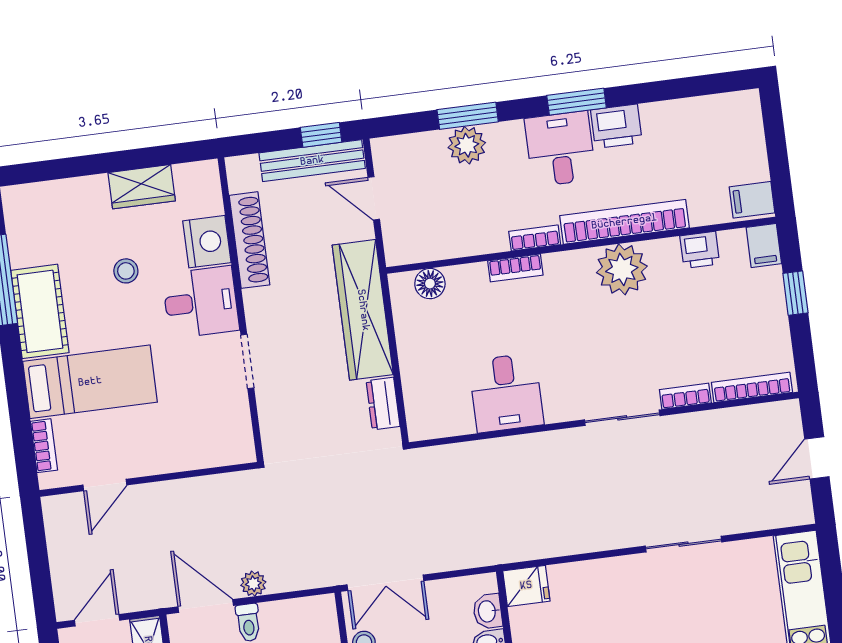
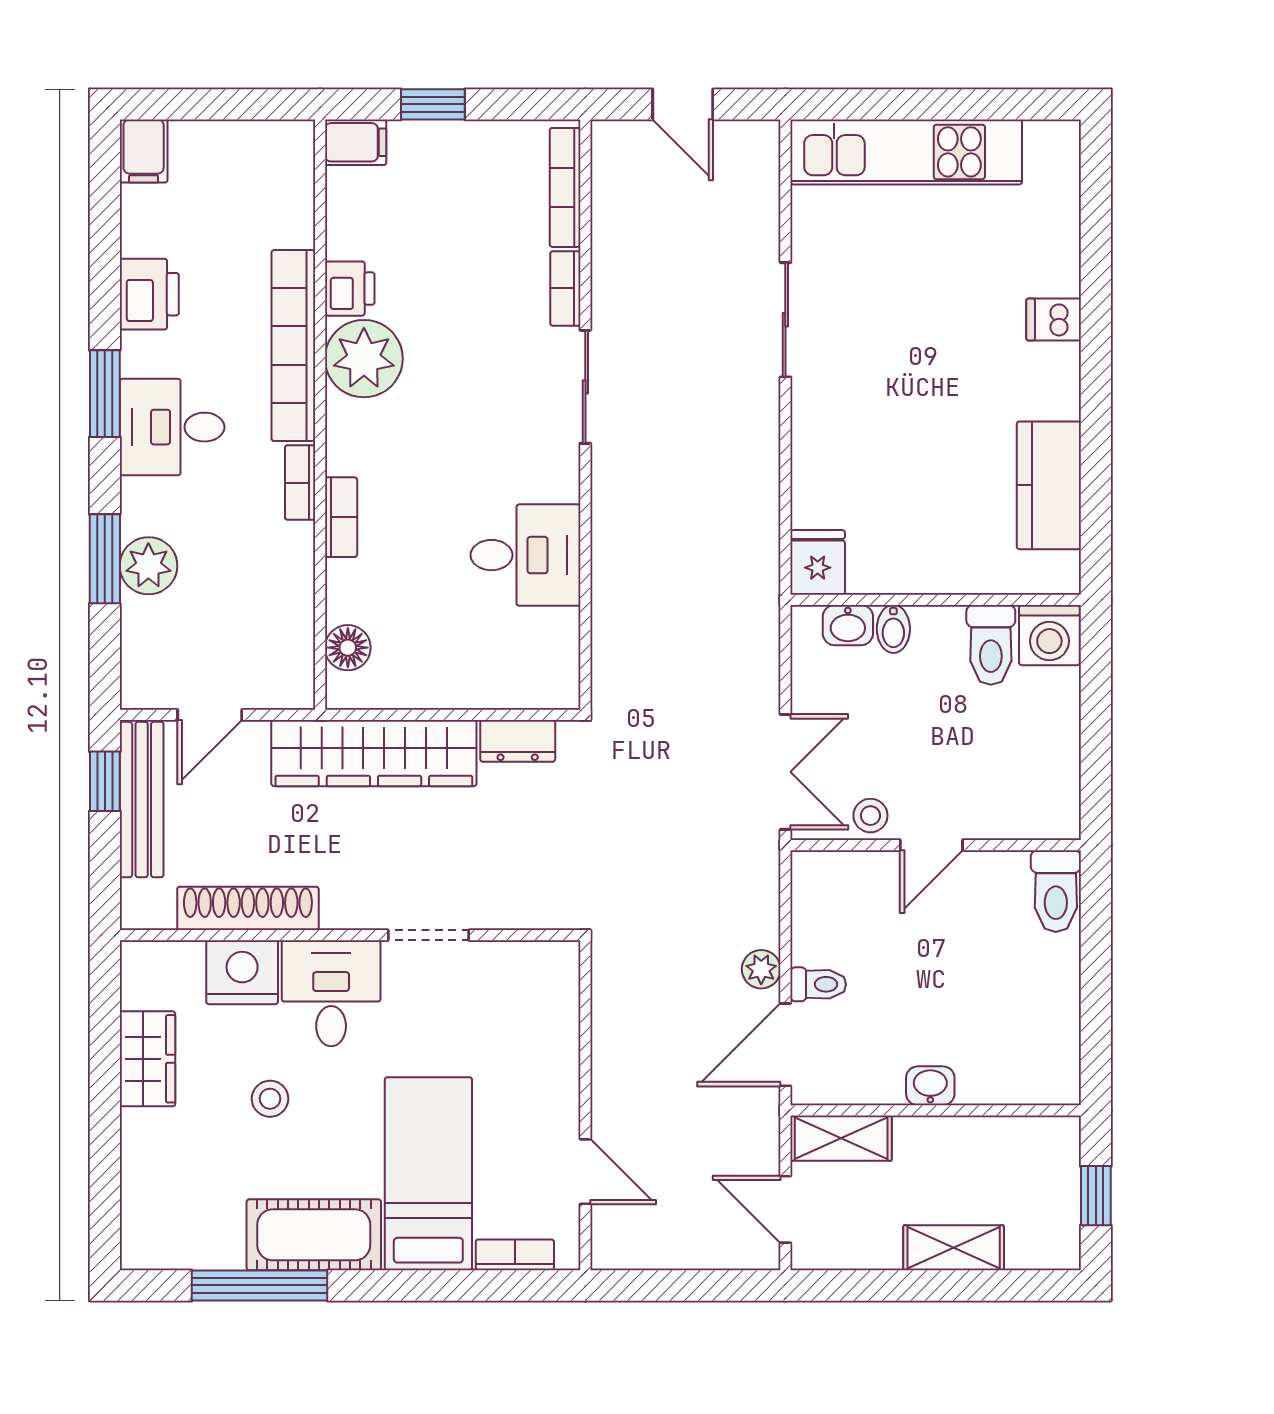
printer: (616, 126) -> (149, 294), moved
filing cabinet: (752, 200) -> (144, 151), moved
printer: (700, 250) -> (350, 289), moved

